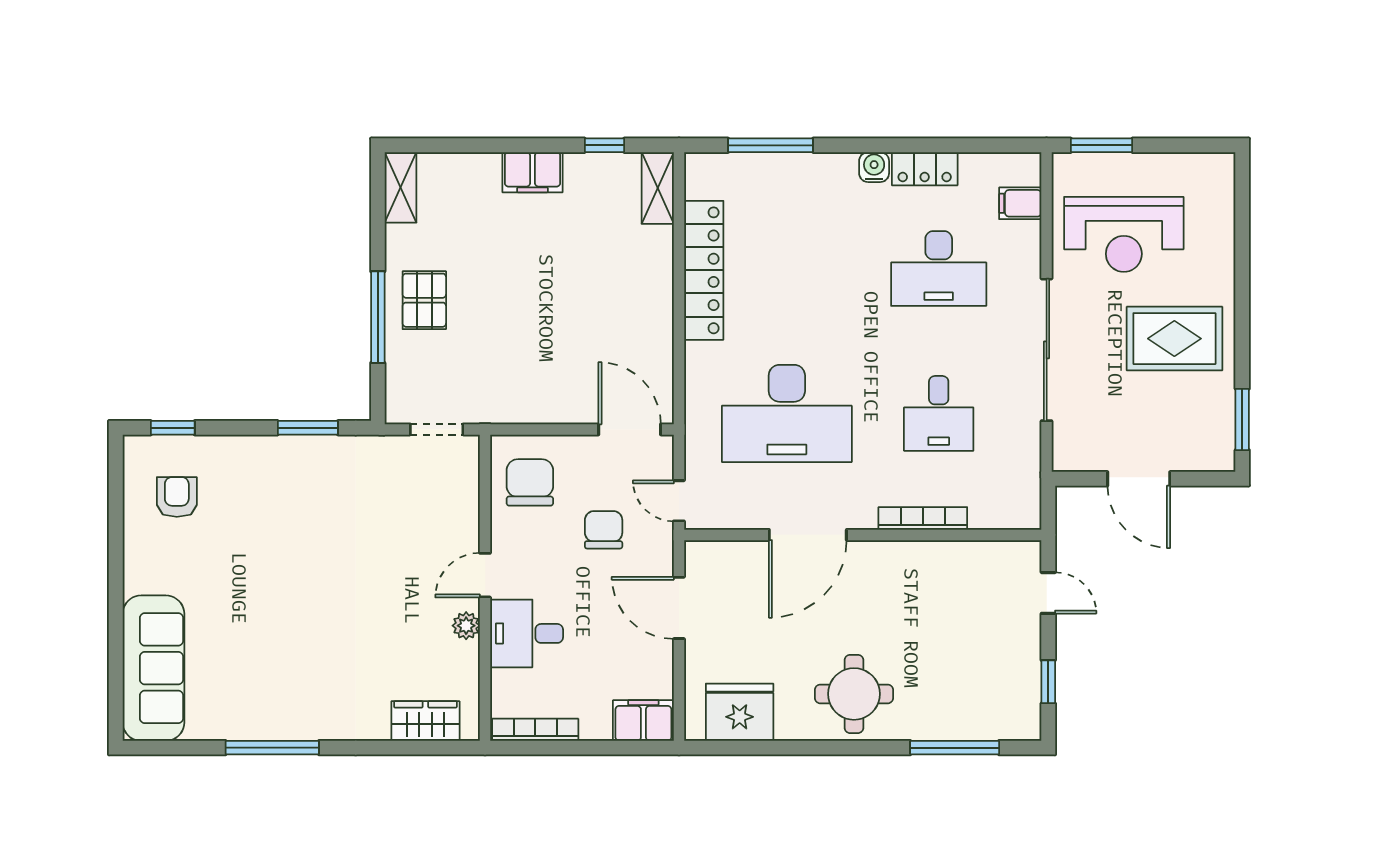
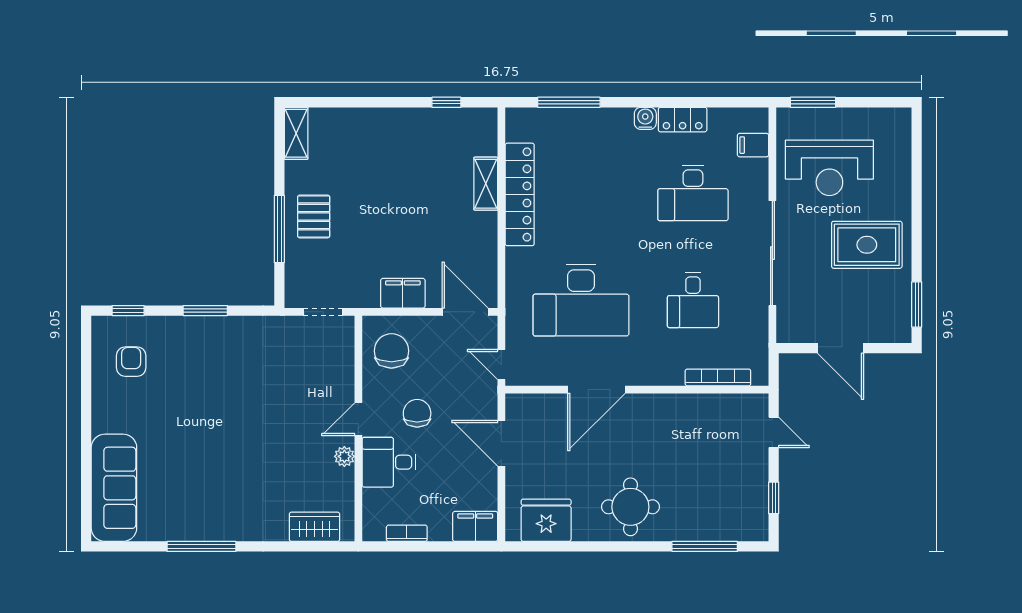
filing cabinet: (532, 172) -> (403, 293), moved, turned 180
shelving: (658, 188) -> (486, 184), moved
window: (308, 428) -> (205, 311), moved
bookcase: (923, 518) -> (718, 377), moved
chair: (604, 530) -> (417, 413), moved
bookcase: (535, 730) -> (407, 533), width x0.64

